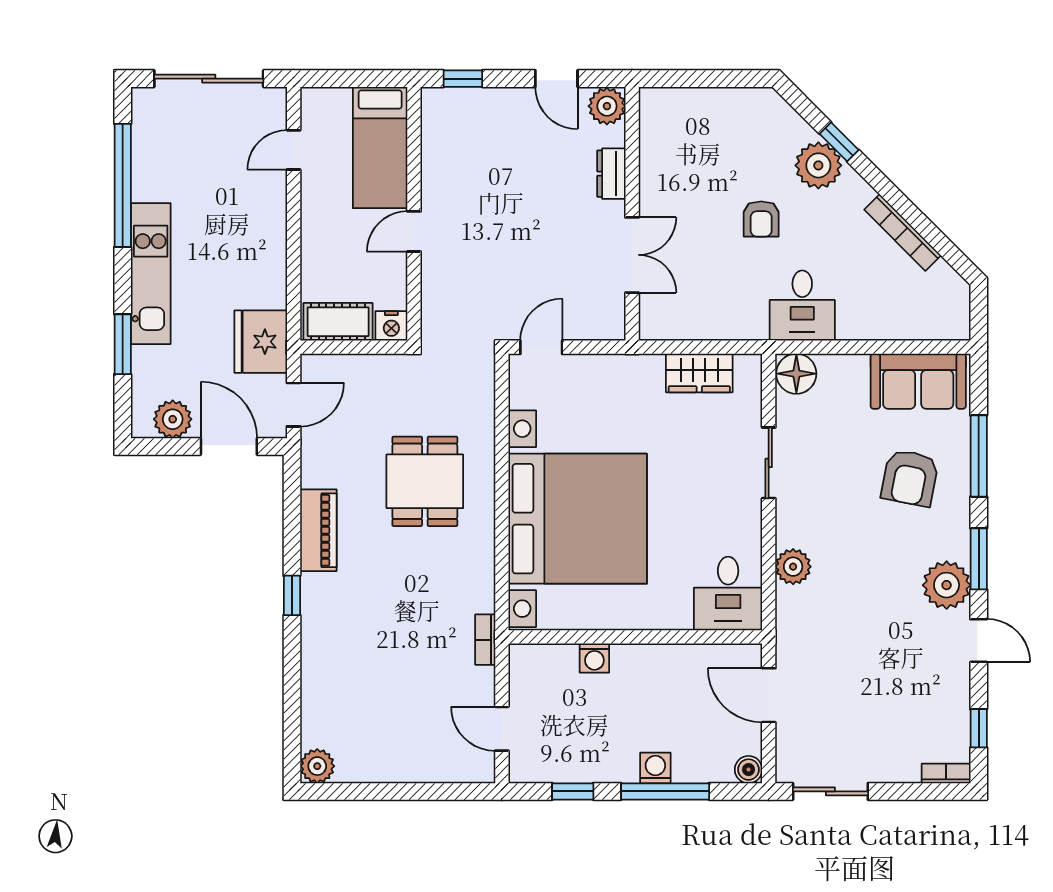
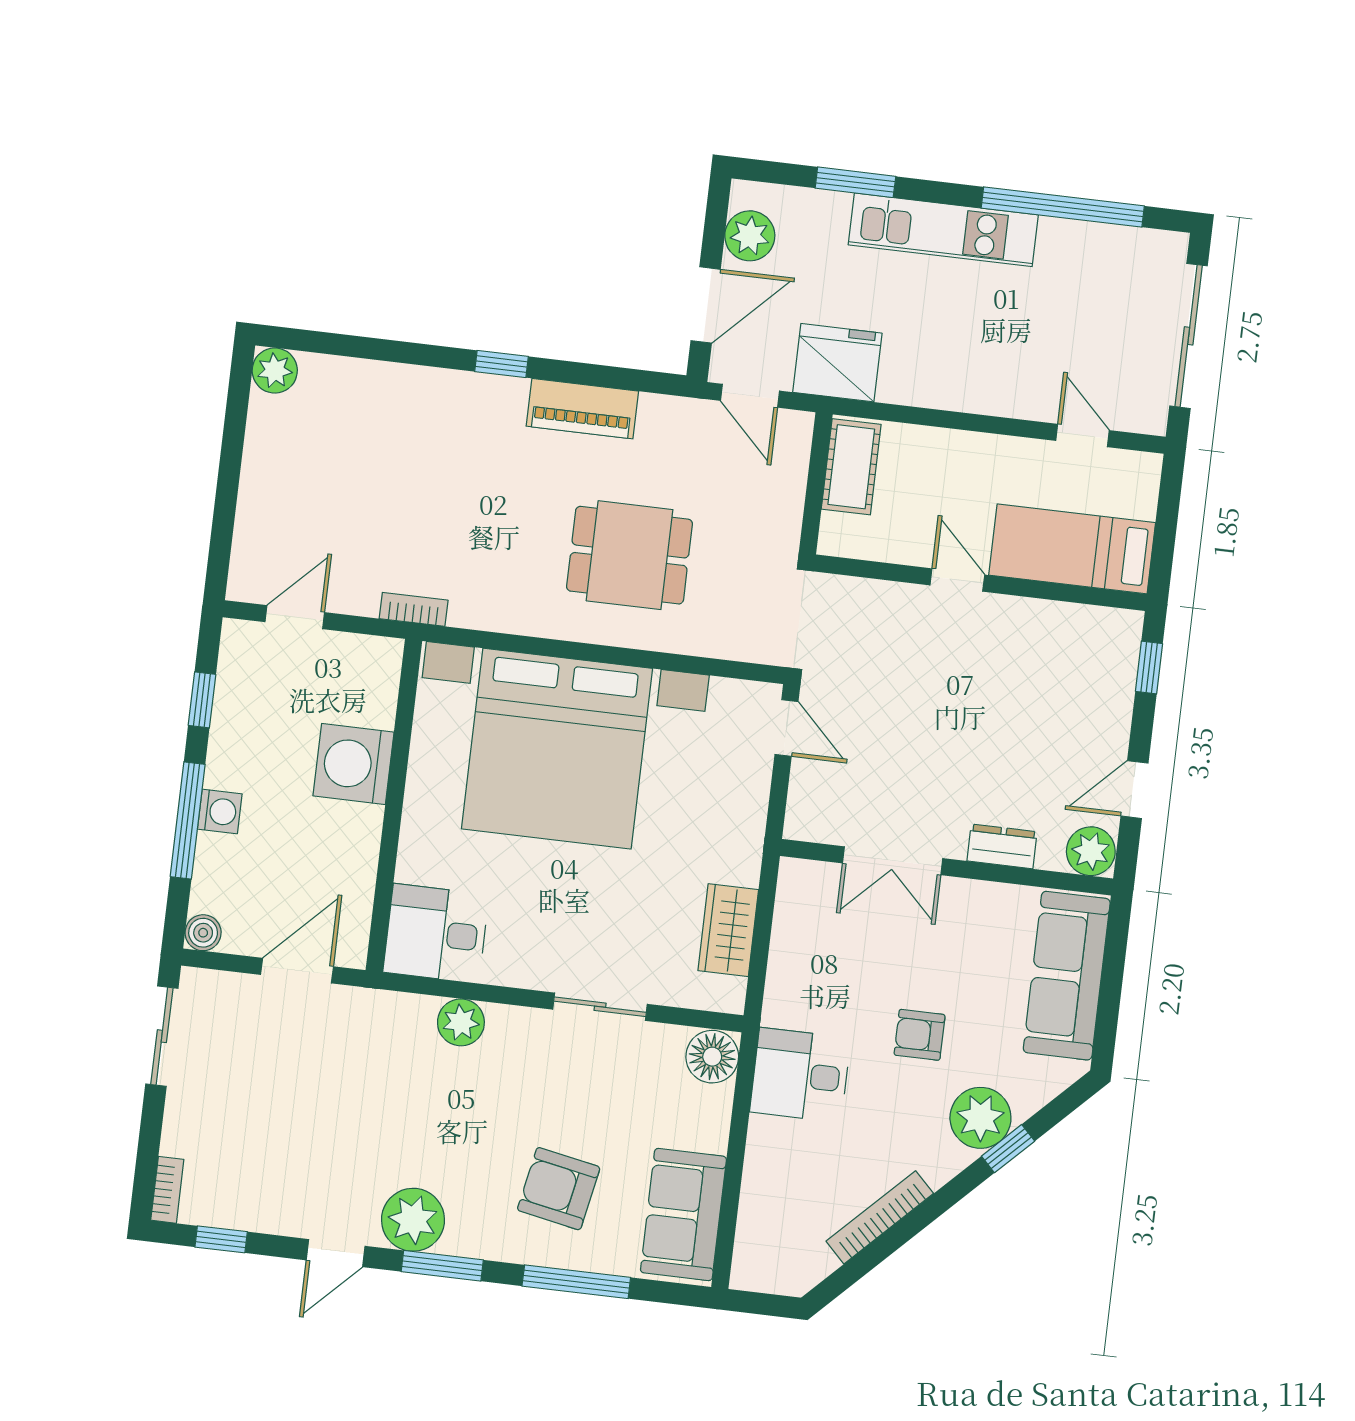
sofa: (703, 113) -> (1067, 976), added
nightstand: (391, 326) -> (838, 536), removed
washing machine: (594, 658) -> (354, 764), width x1.89, depth x1.89

